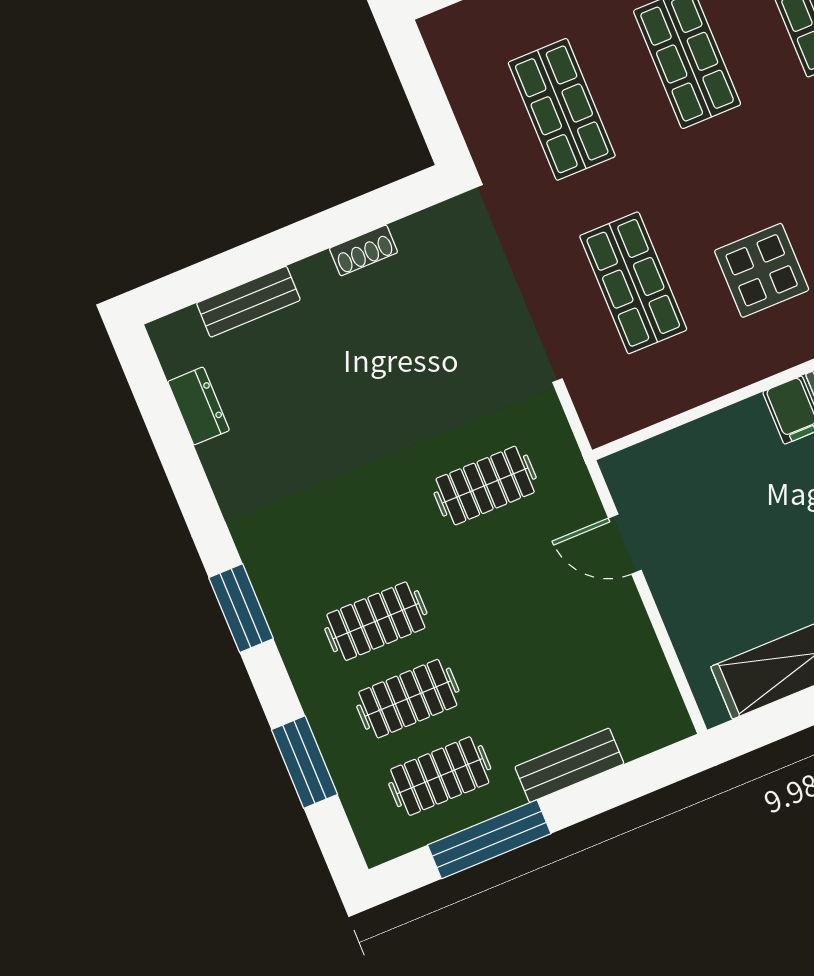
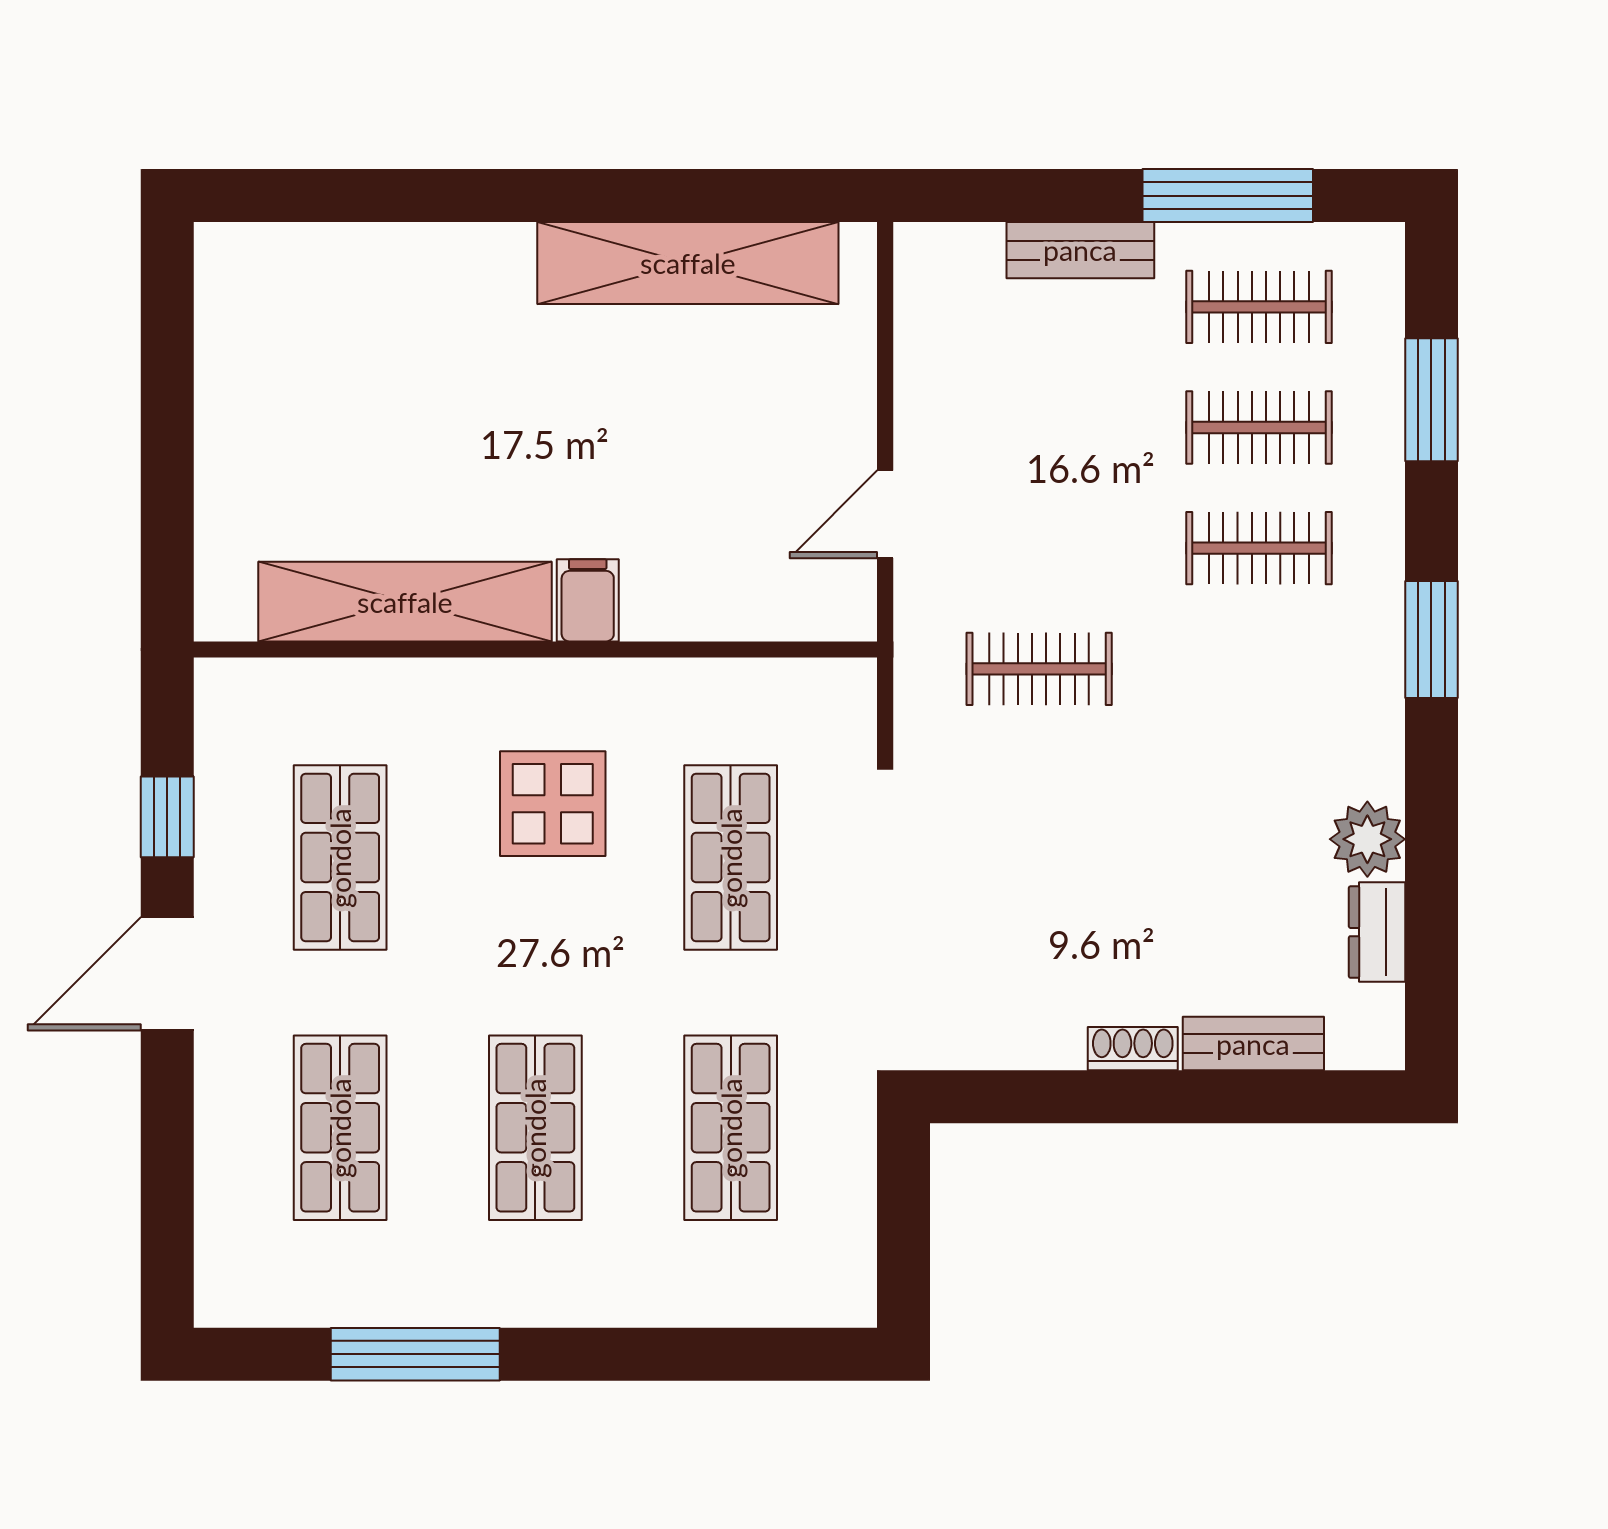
shoe rack: (364, 250) -> (1133, 1049), moved
plant: (229, 463) -> (1367, 839), added
door: (625, 544) -> (885, 514), swing flipped

